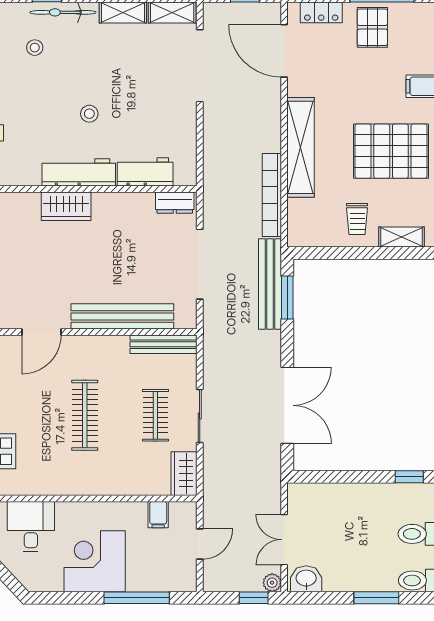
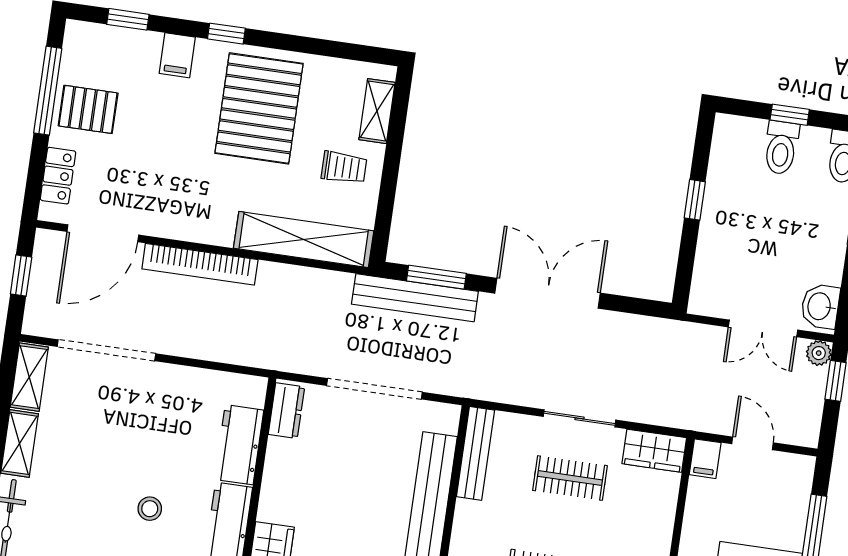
shelving: (301, 147) -> (304, 240), moved
bookcase: (272, 195) -> (200, 264), moved
double door: (287, 405) -> (547, 293), moved
window: (409, 477) -> (695, 200), moved
filing cabinet: (158, 515) -> (705, 459), moved, turned 90

